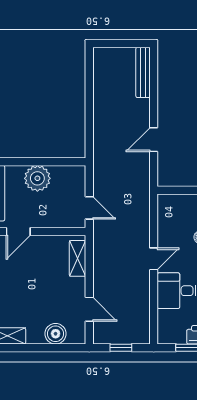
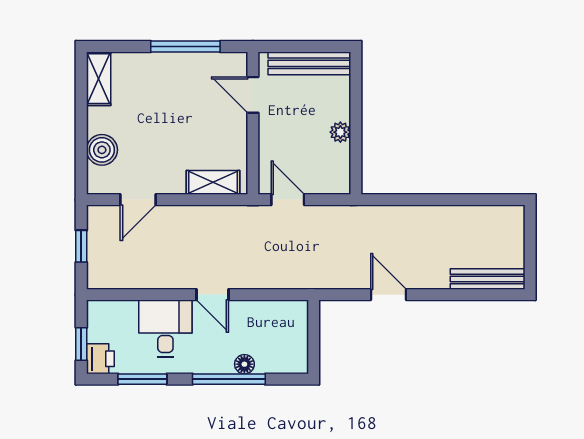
plant: (37, 178) -> (340, 132), width x0.53, depth x0.53
door: (89, 208) -> (288, 200), swing flipped

